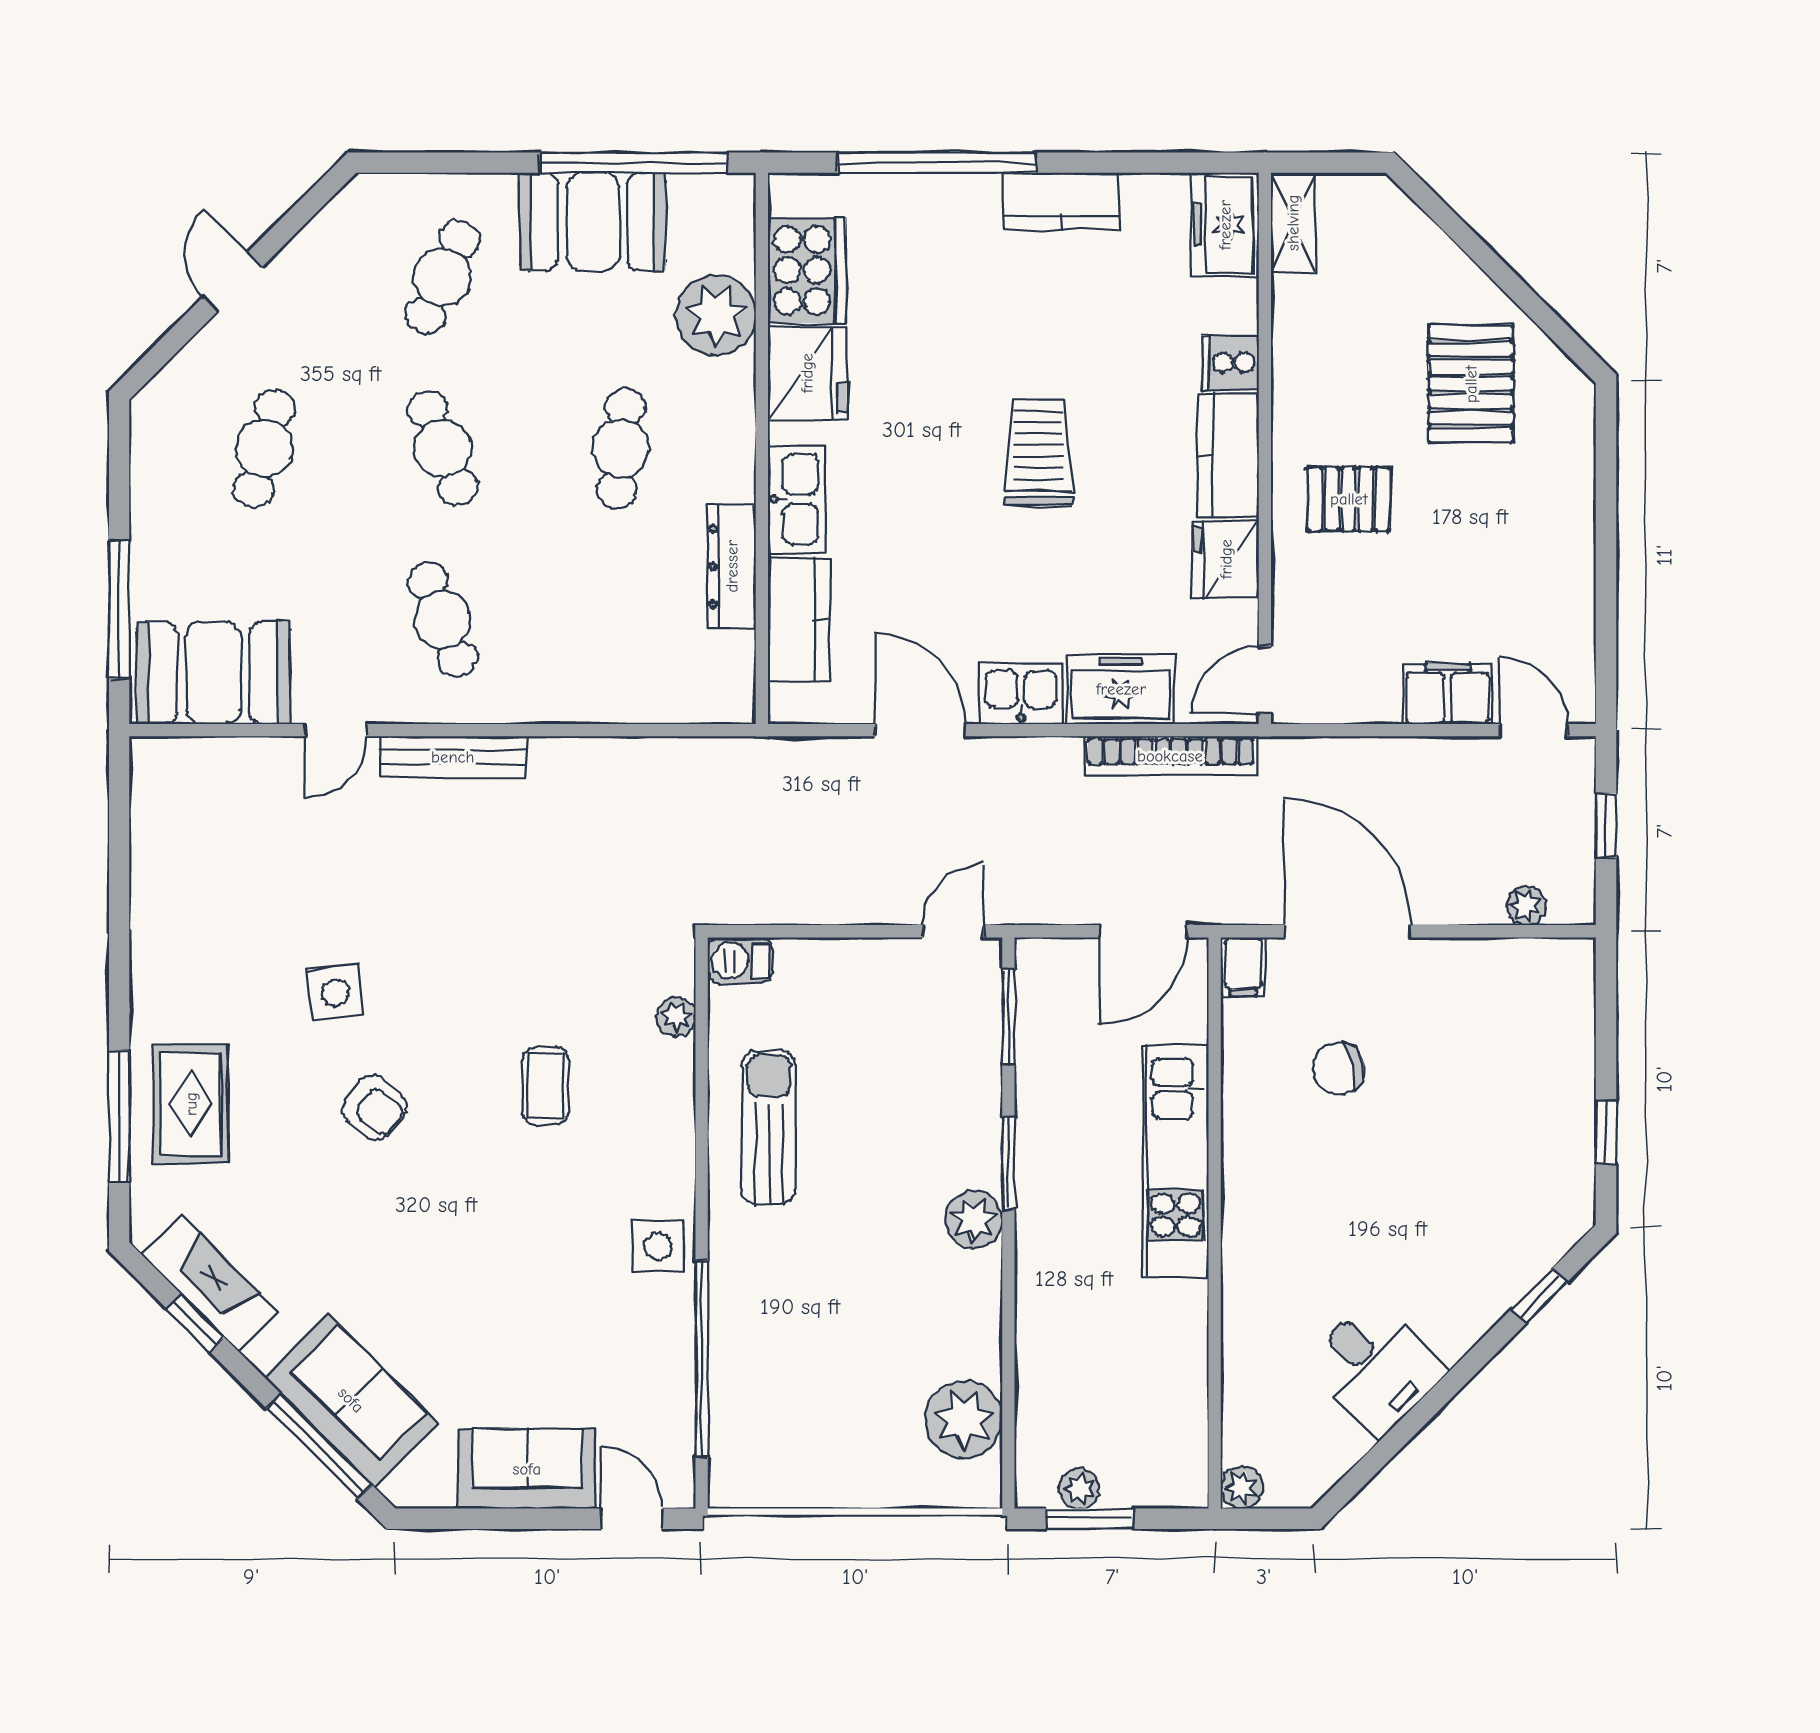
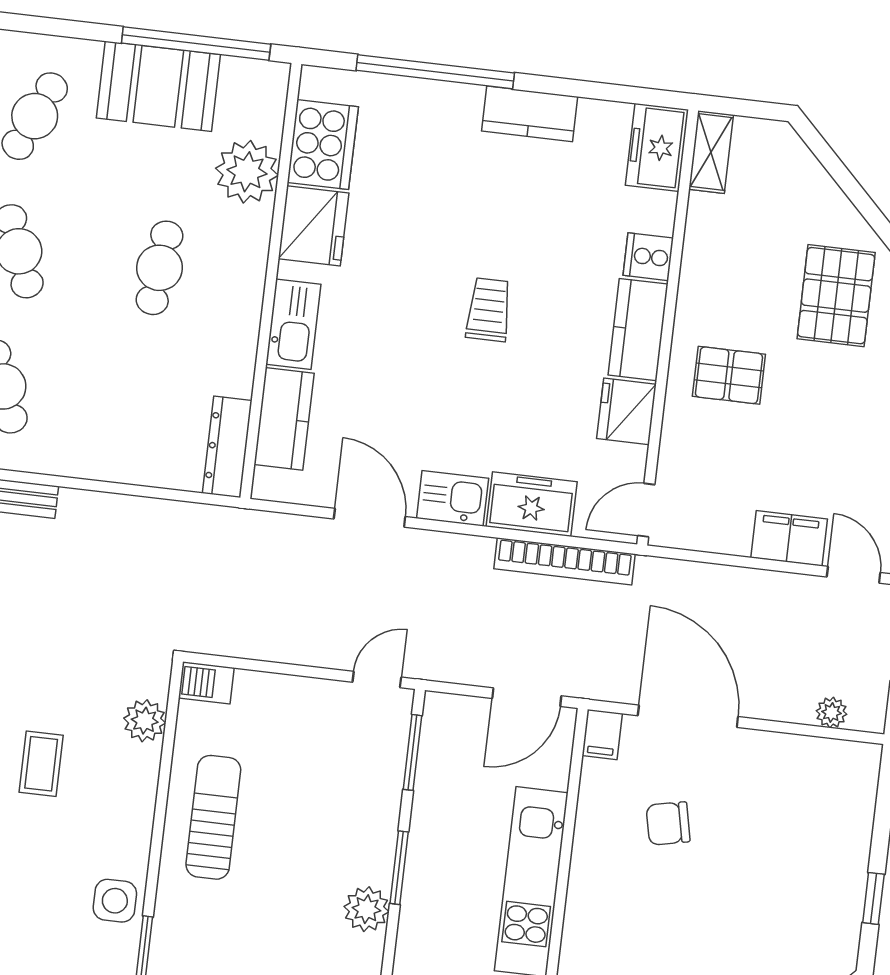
trolley: (1039, 452) -> (489, 310), width x0.73, depth x0.72
dresser: (732, 566) -> (227, 447), moved
plant: (676, 1017) -> (145, 721), width x1.38, depth x1.38

